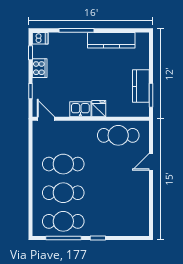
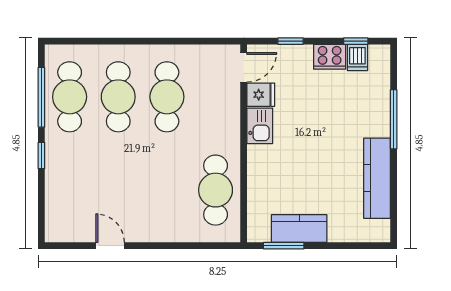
dishwasher: (40, 38) -> (357, 58), moved
fridge: (99, 109) -> (261, 95), moved
door: (151, 162) -> (110, 246), moved

